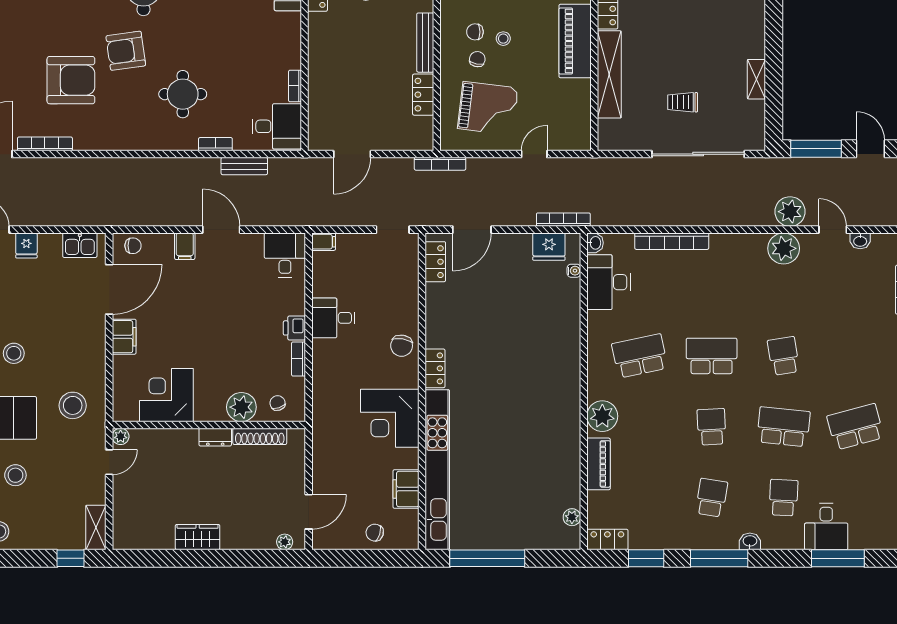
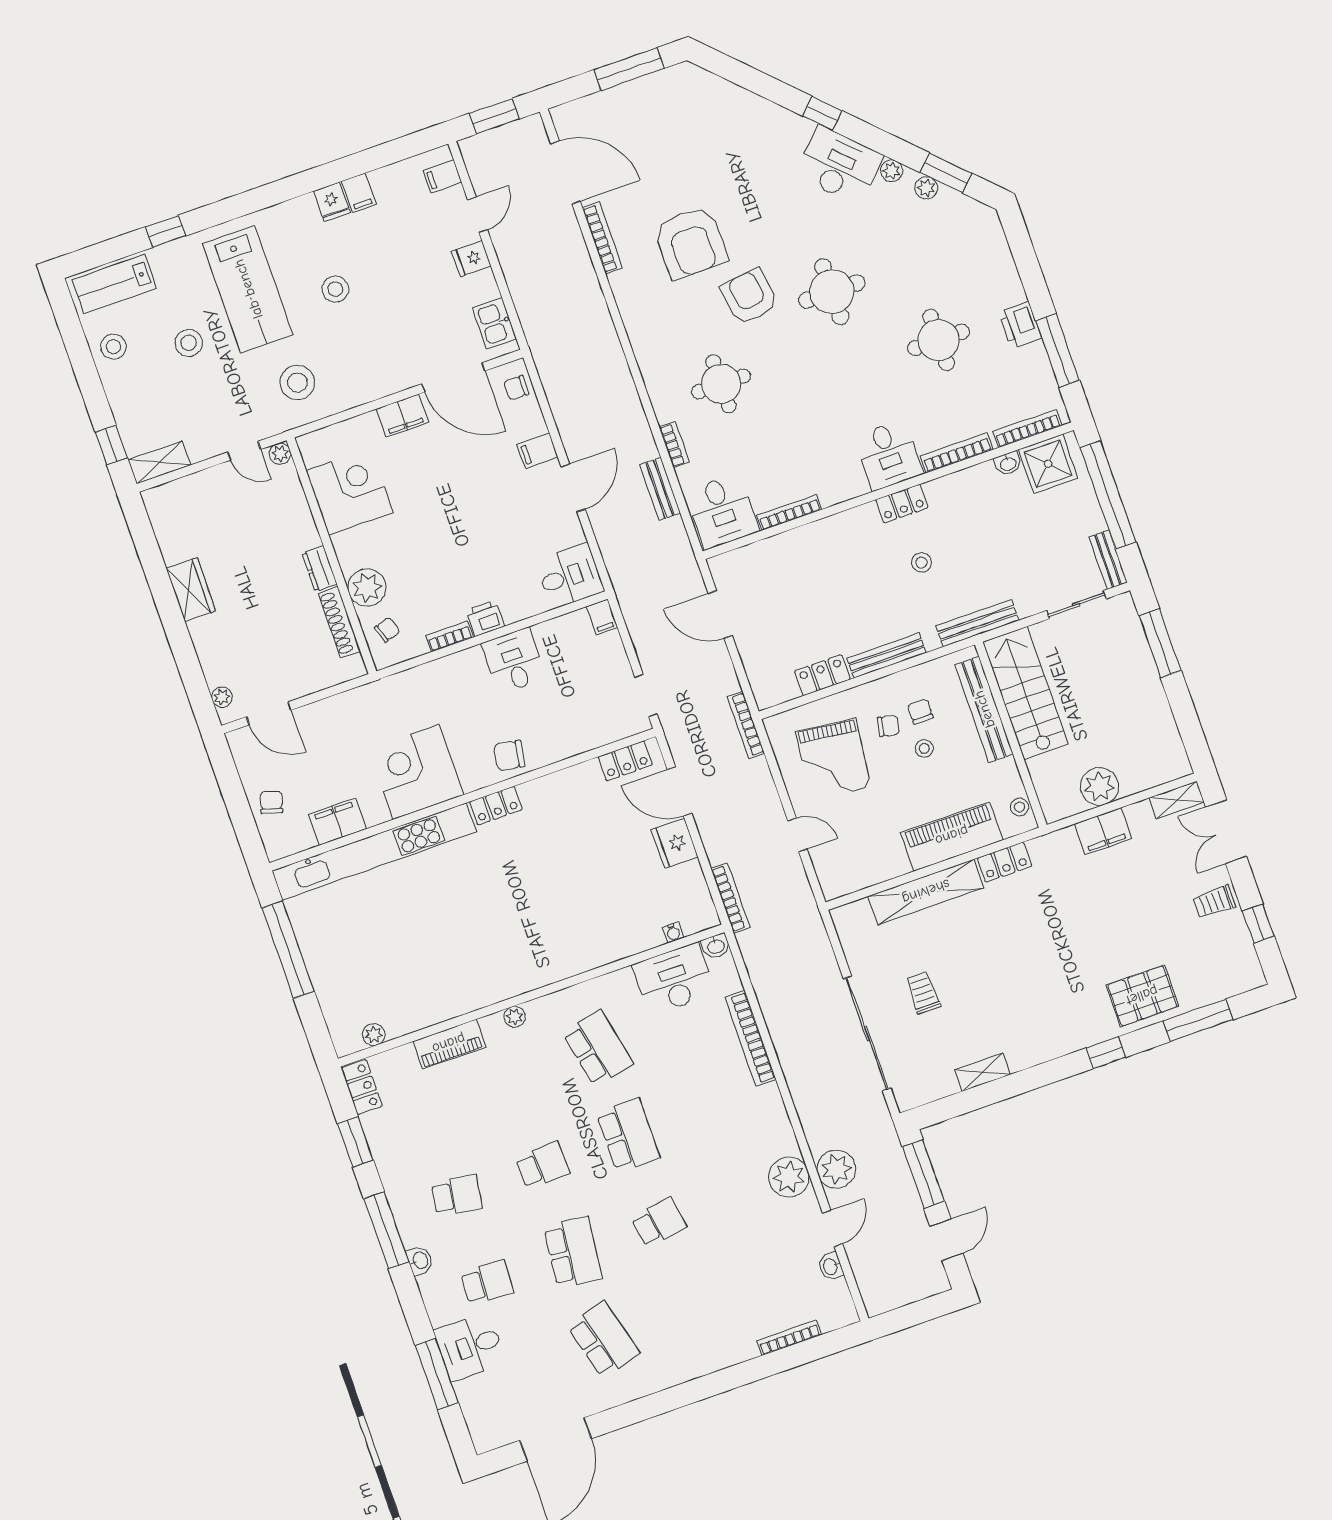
bookcase: (295, 86) -> (789, 512), width x1.56
chair: (133, 246) -> (516, 388), turned 90
fridge: (549, 247) -> (675, 843), moved
plant: (602, 416) -> (515, 1017), width x0.53, depth x0.53

